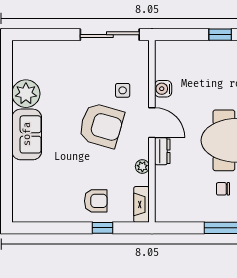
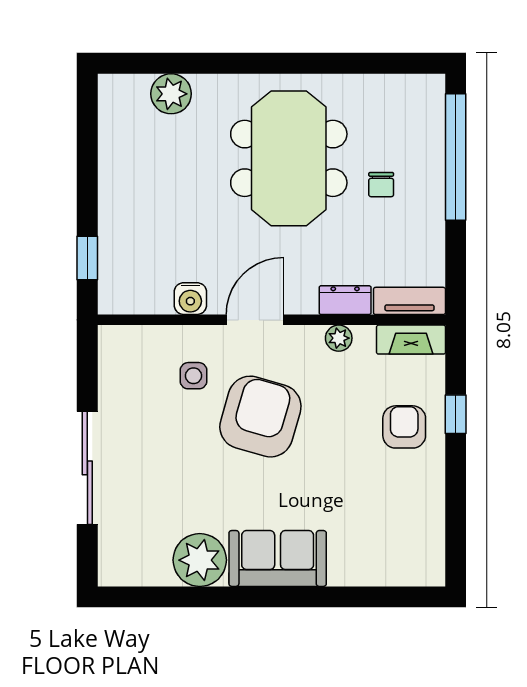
sliding door: (110, 35) -> (87, 468), moved
window: (220, 35) -> (87, 258), moved
dresser: (162, 151) -> (345, 300), moved
tv unit: (162, 204) -> (409, 301), added

